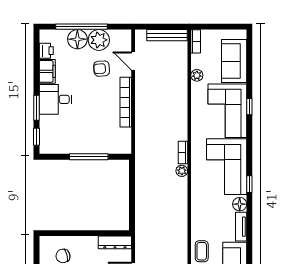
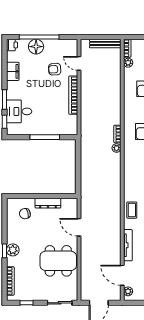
plant: (99, 40) -> (53, 47), removed
printer: (46, 51) -> (12, 45), moved
plant: (197, 75) -> (128, 63), moved
desk: (55, 99) -> (19, 111), moved
dresser: (115, 242) -> (48, 203), moved

